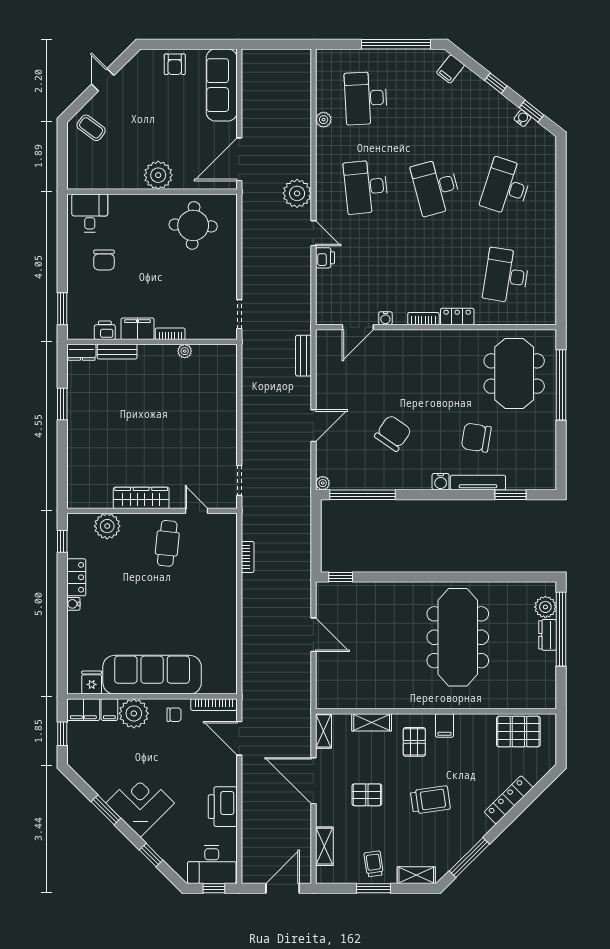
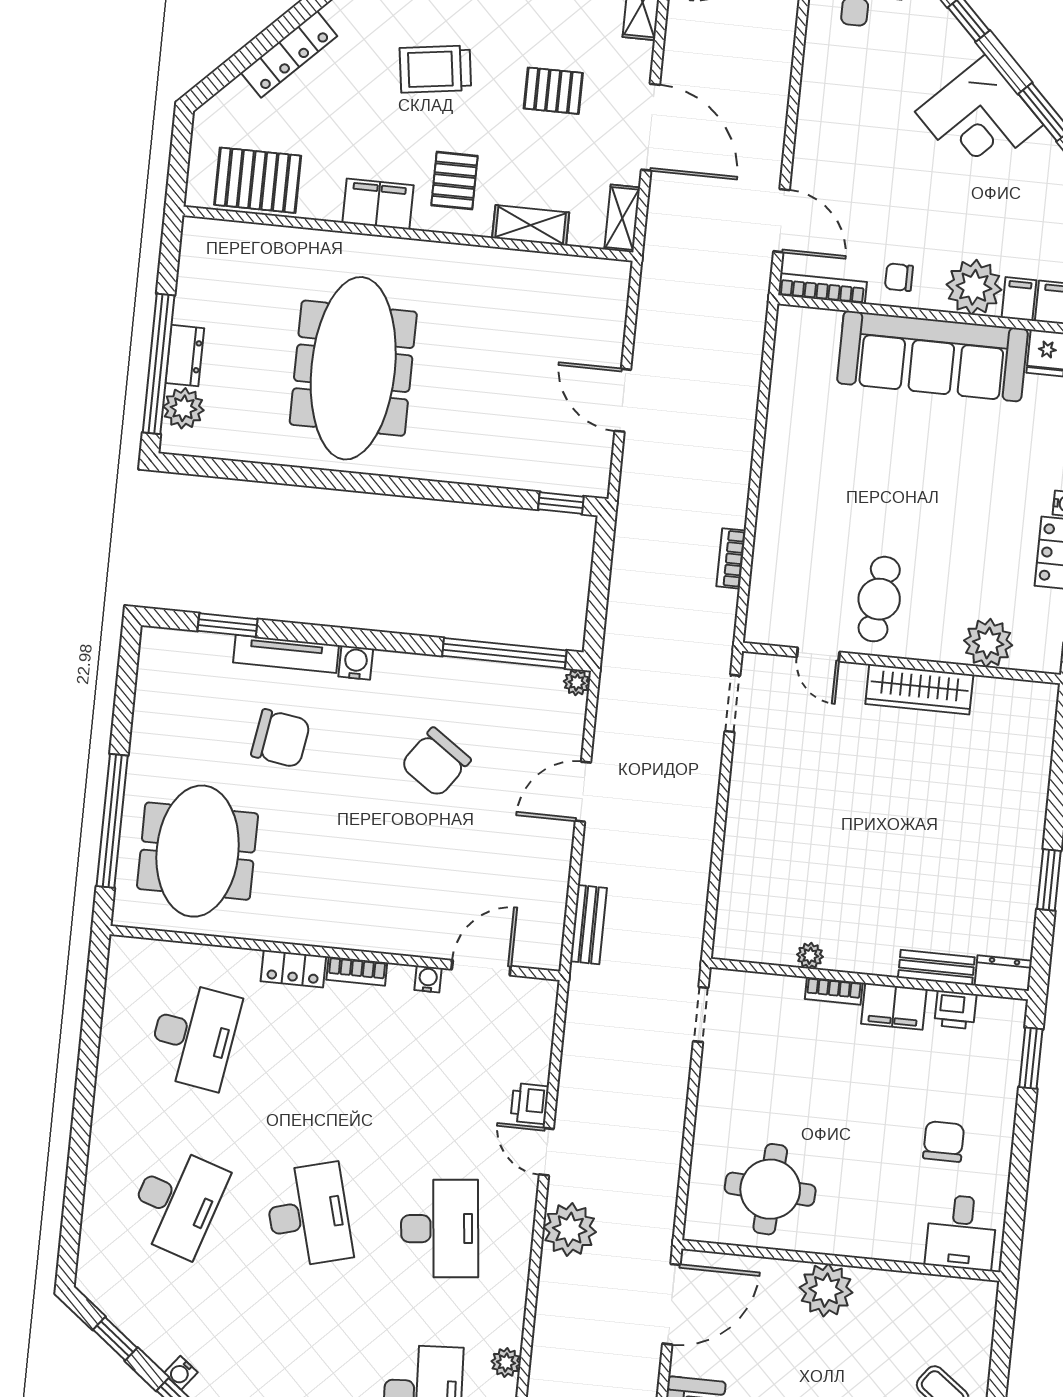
water cooler: (522, 118) -> (181, 1373), moved
filing cabinet: (444, 725) -> (378, 204), width x2.00
printer: (223, 807) -> (825, 96), removed

